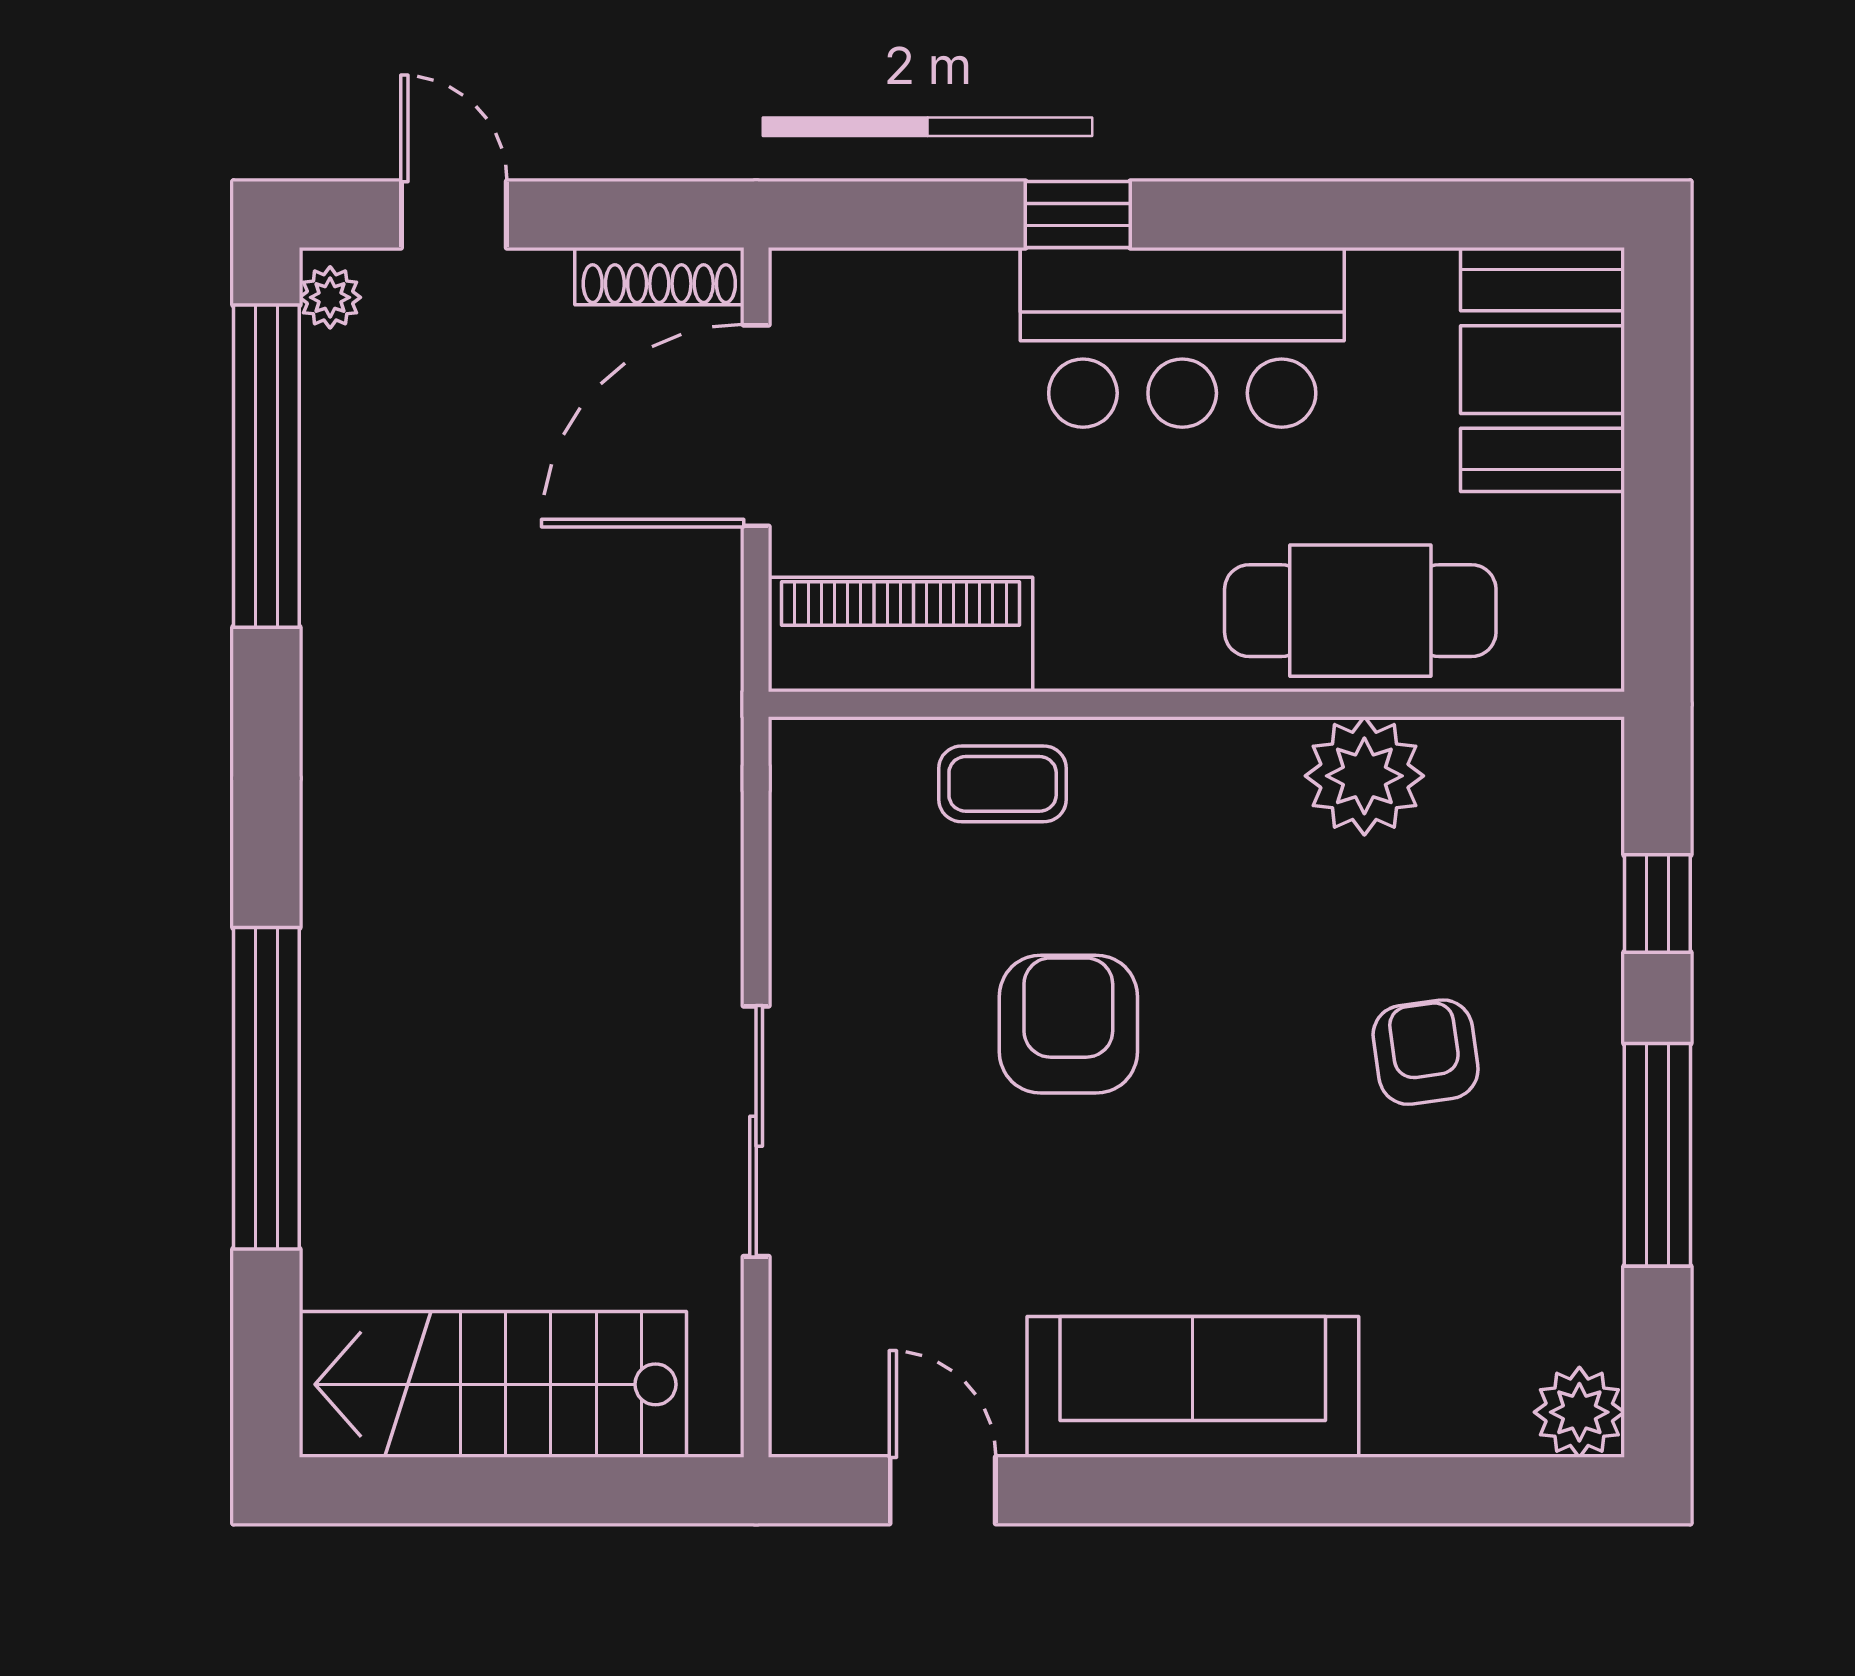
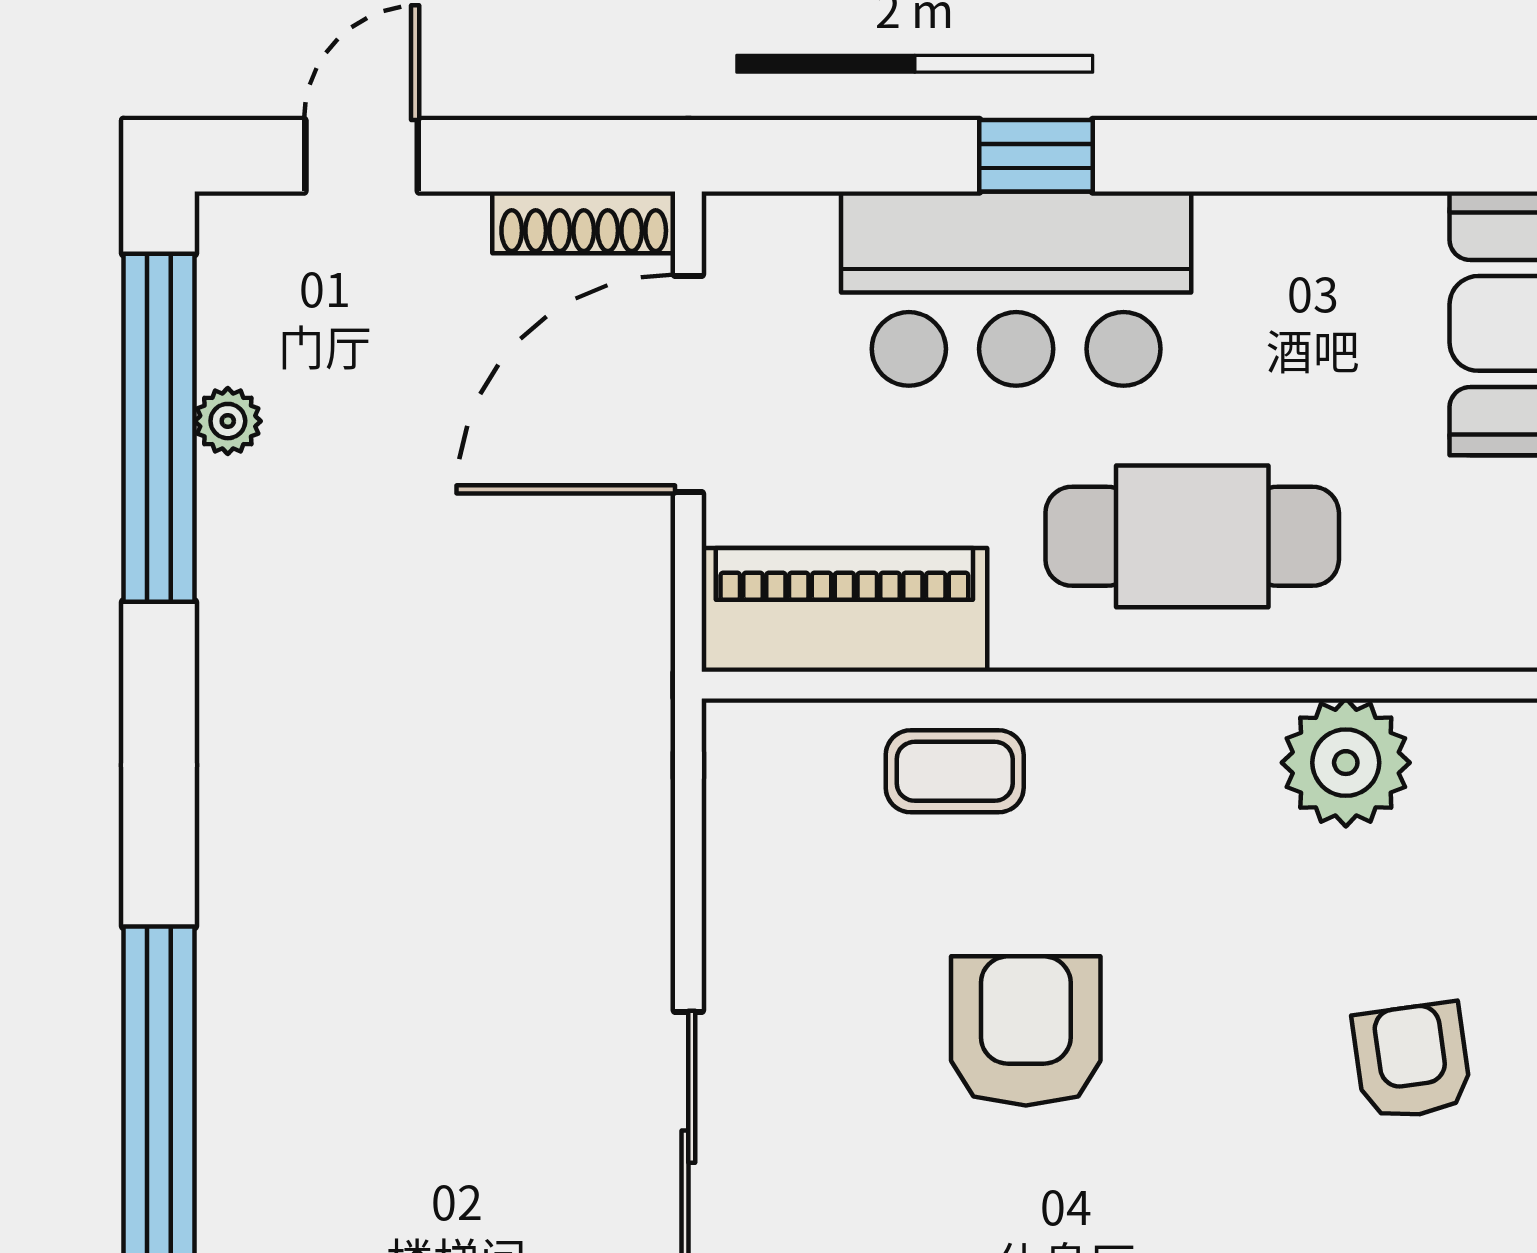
door: (454, 214) -> (362, 156), hinge flipped
plant: (330, 297) -> (228, 421), moved
bar counter: (1182, 337) -> (1016, 289), moved
cafe table: (1360, 611) -> (1192, 536), moved

